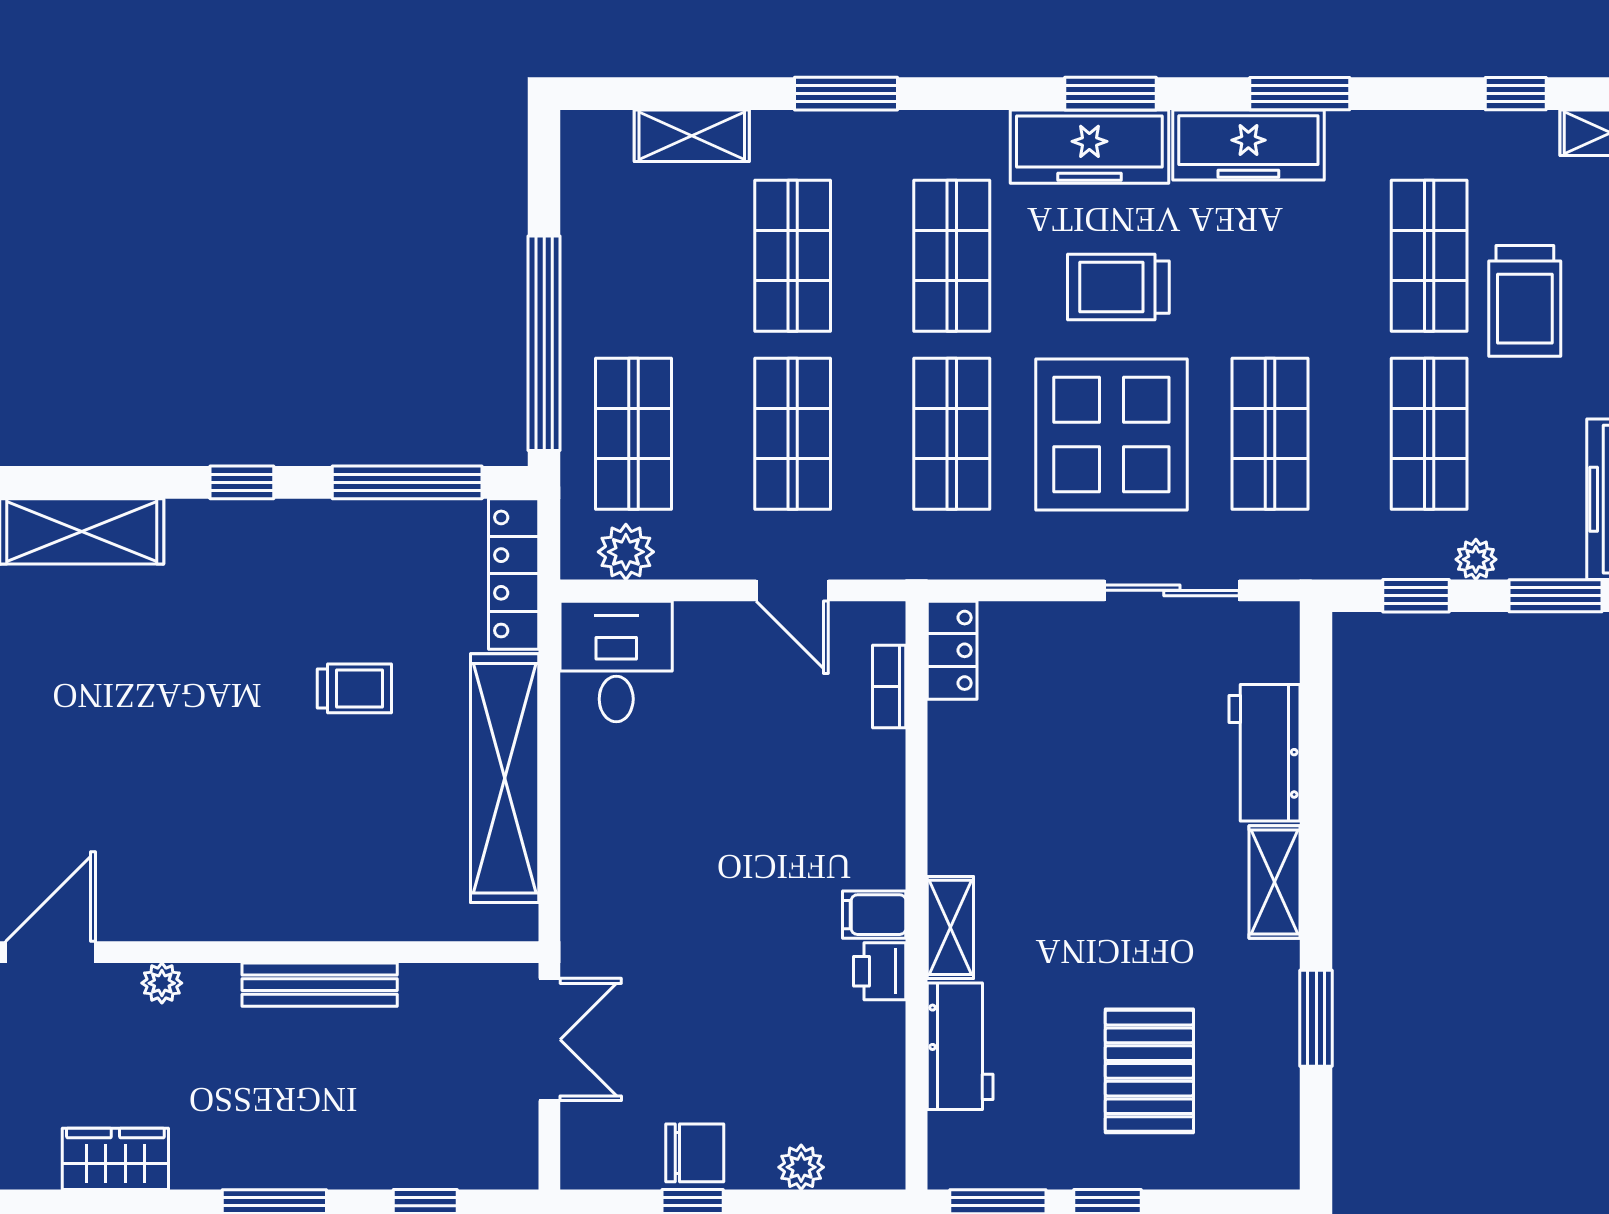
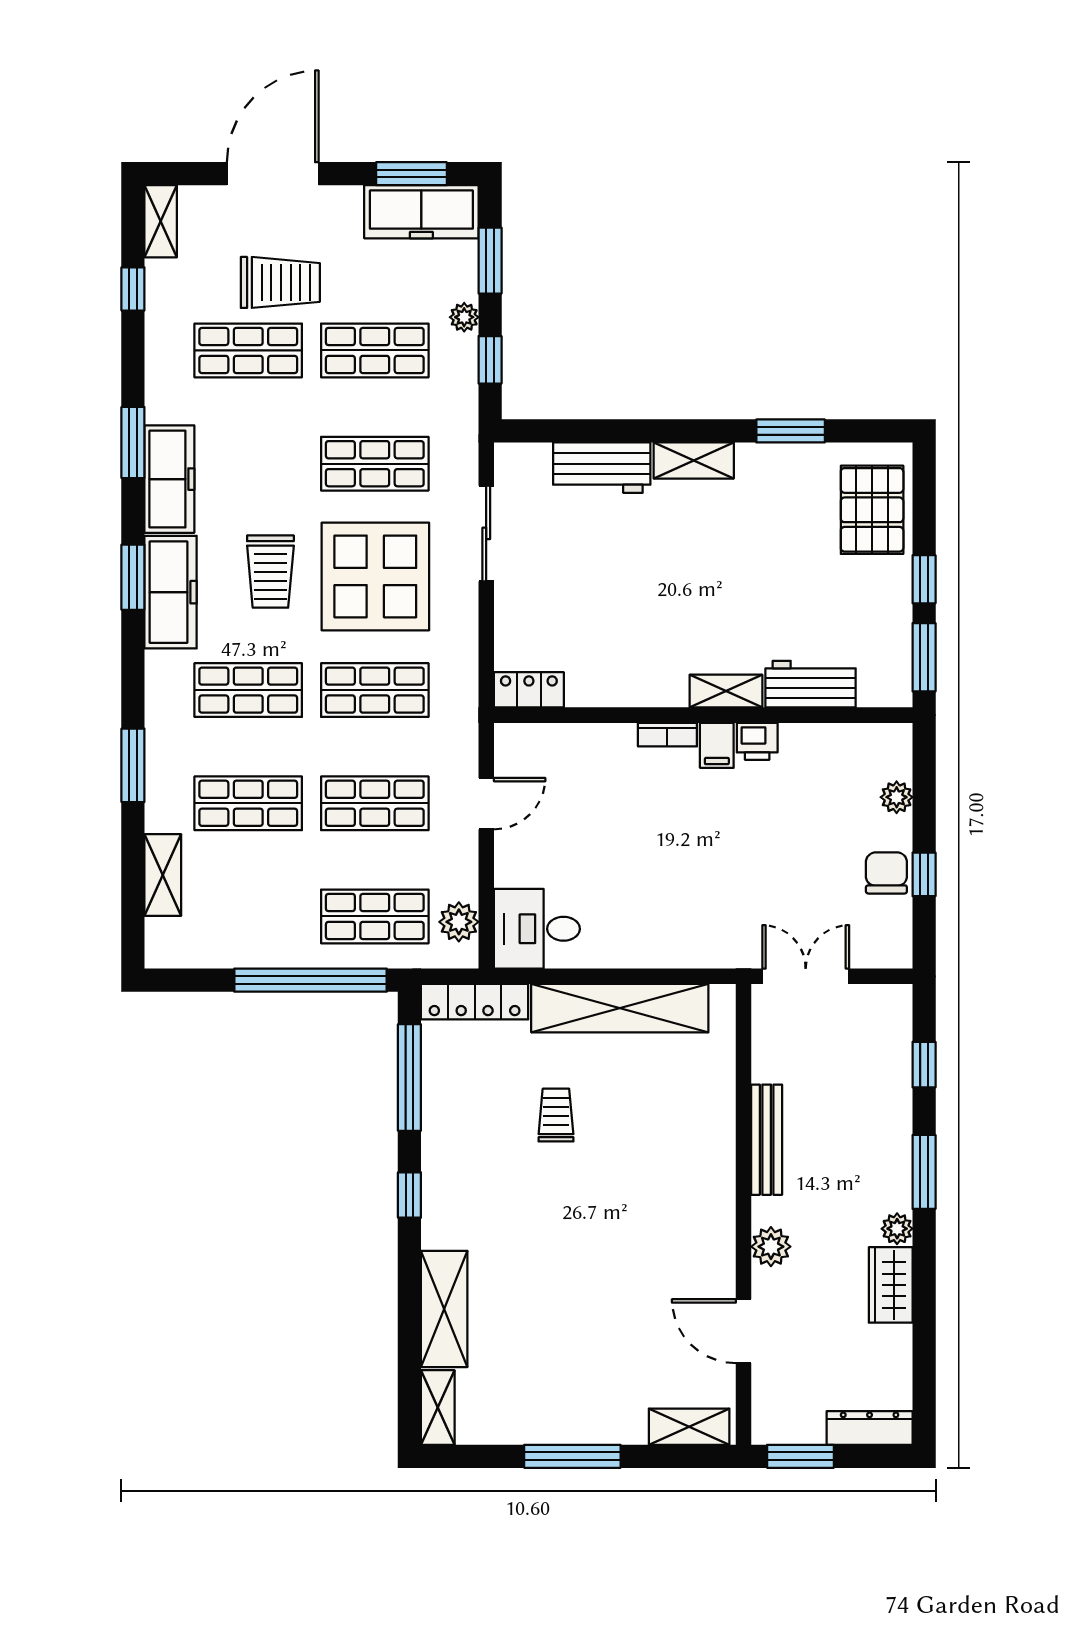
bookcase: (889, 686) -> (667, 735), moved
plant: (162, 983) -> (771, 1247), width x1.38, depth x1.38
pallet: (1149, 1071) -> (872, 510), moved, turned 90
plant: (195, 1168) -> (897, 1229), added

